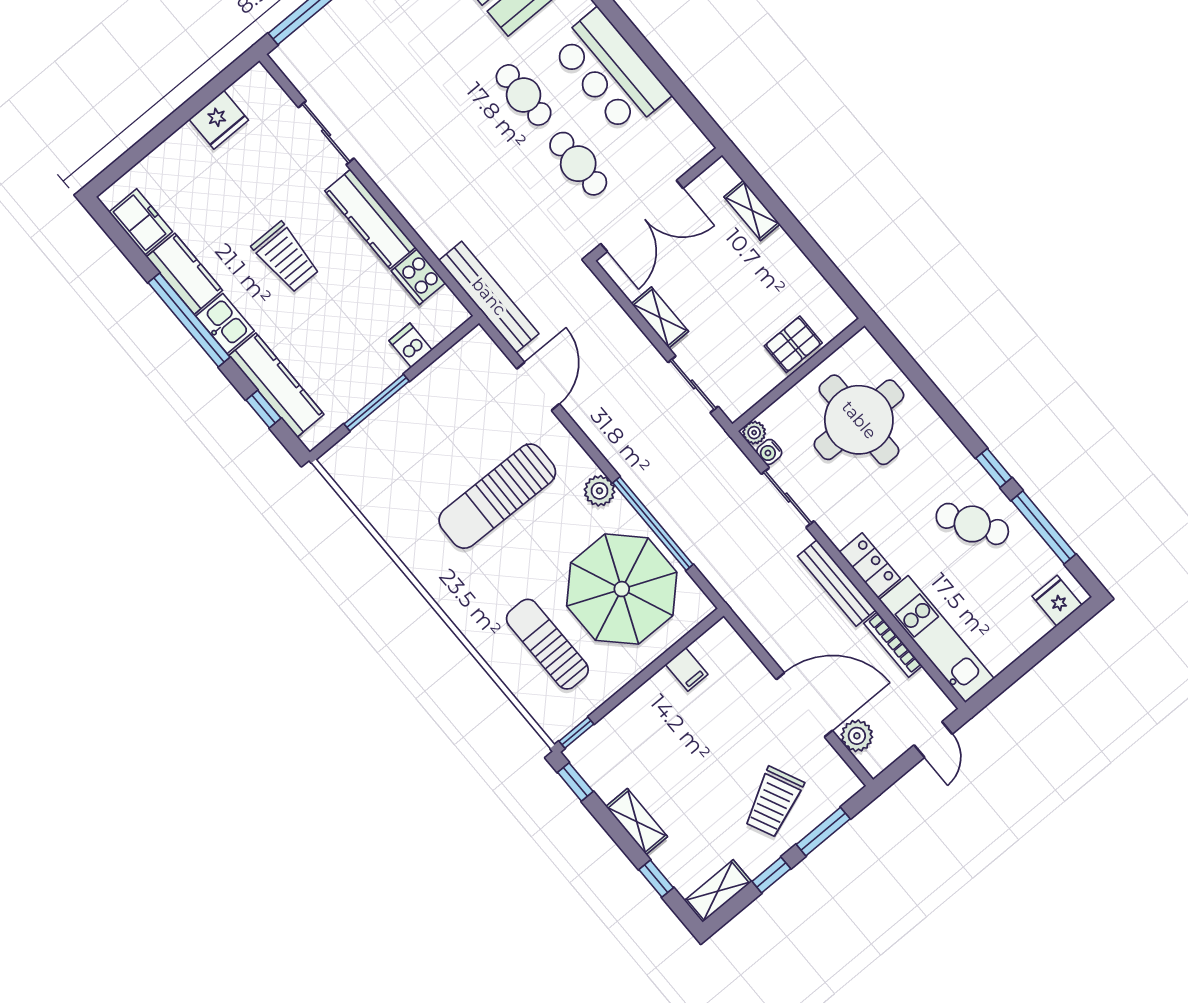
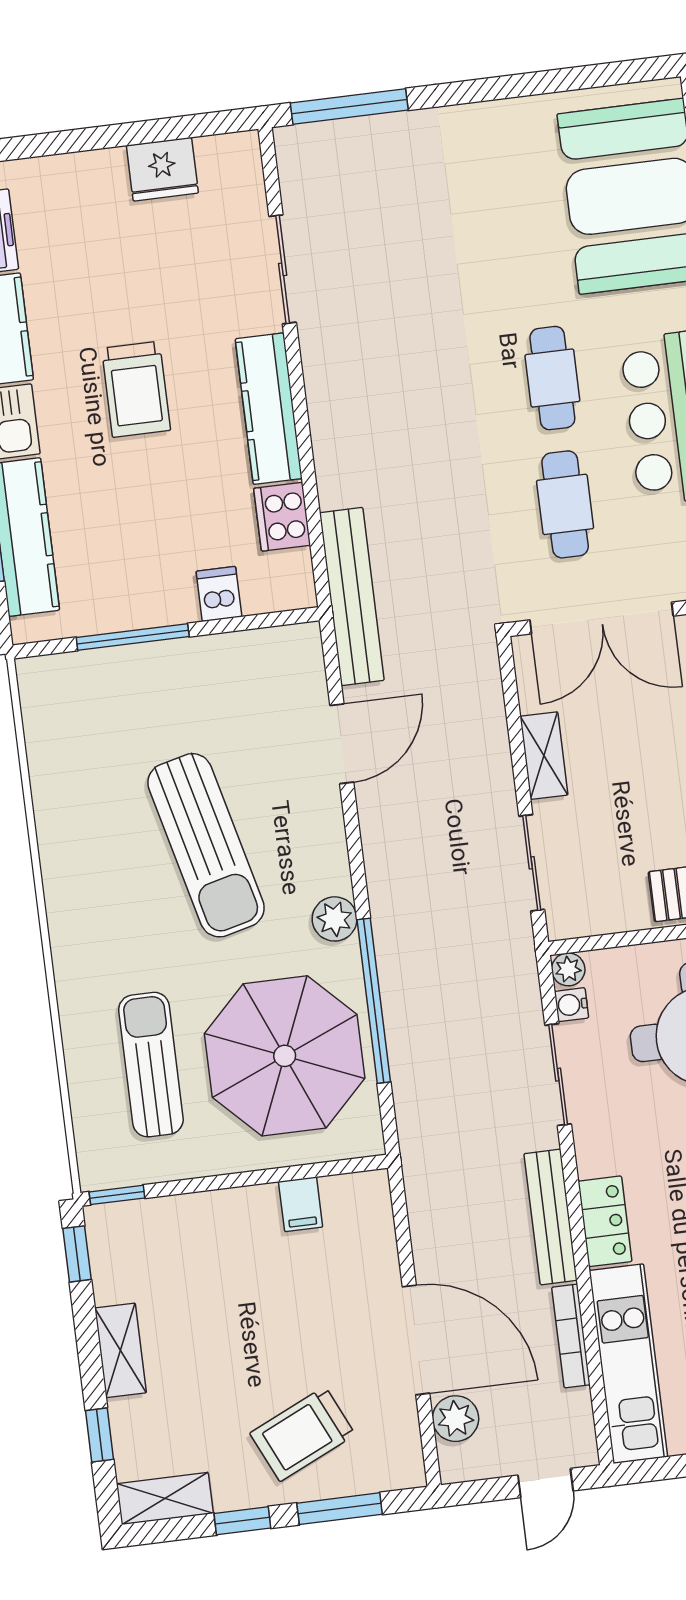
sun lounger: (497, 496) -> (206, 845), turned -105

